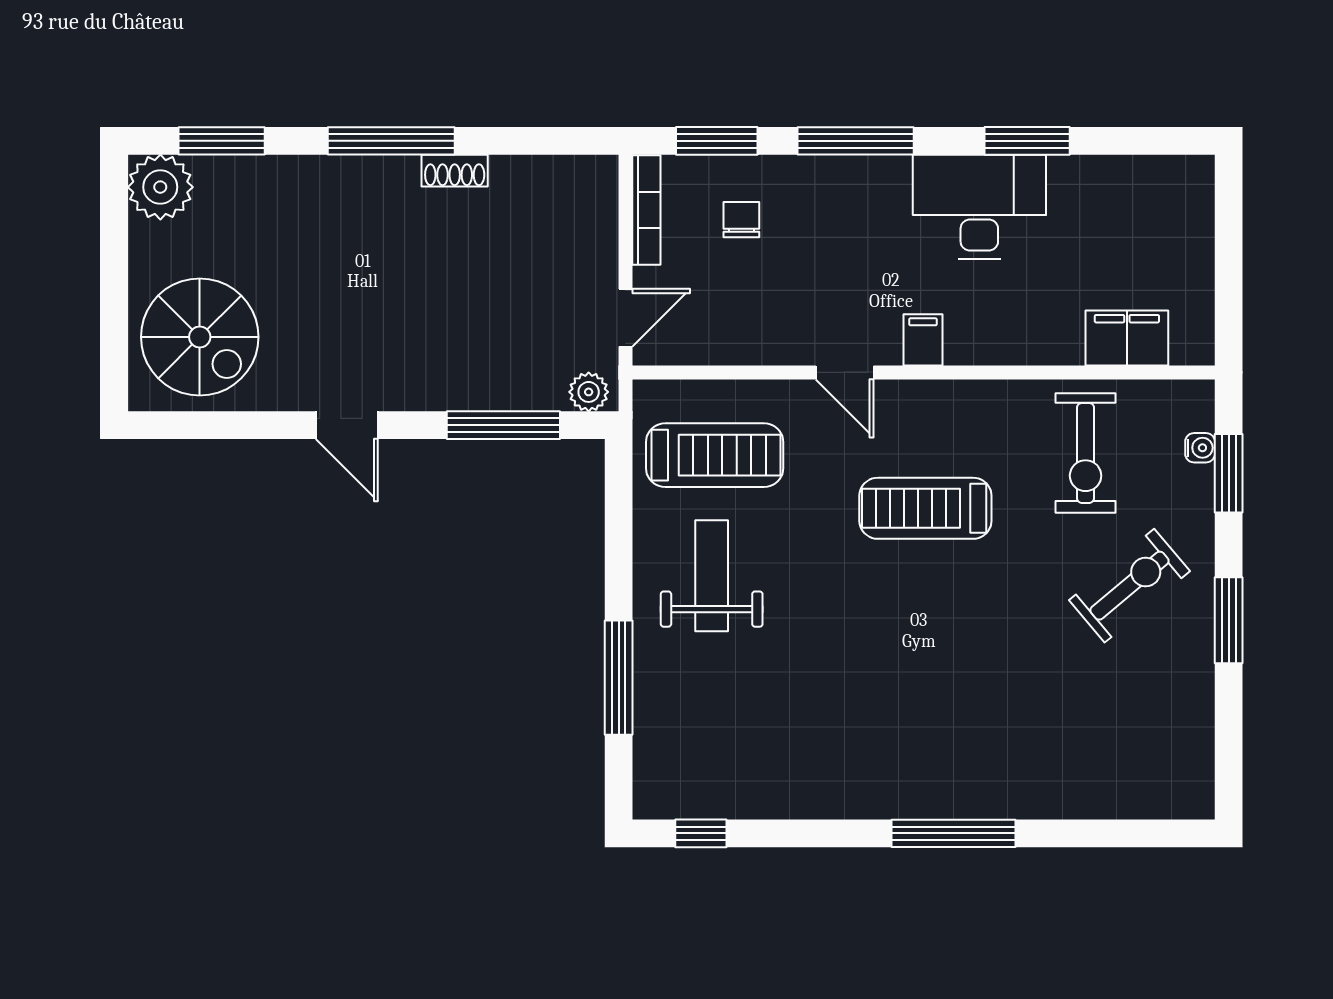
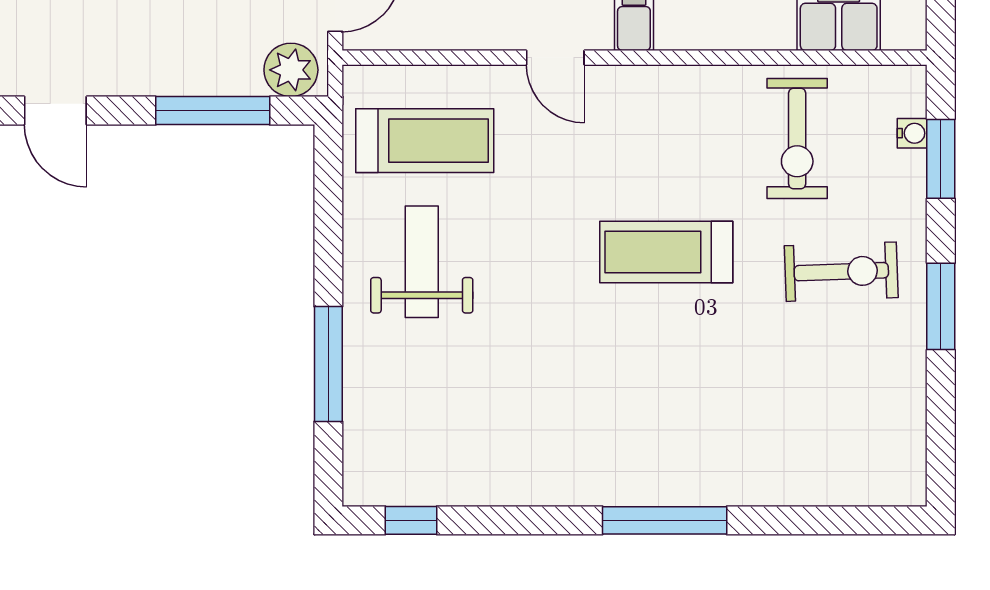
plant: (589, 392) -> (291, 70), width x1.38, depth x1.38
treadmill: (925, 508) -> (666, 252), moved
exercise bike: (1129, 586) -> (841, 272), turned 38

